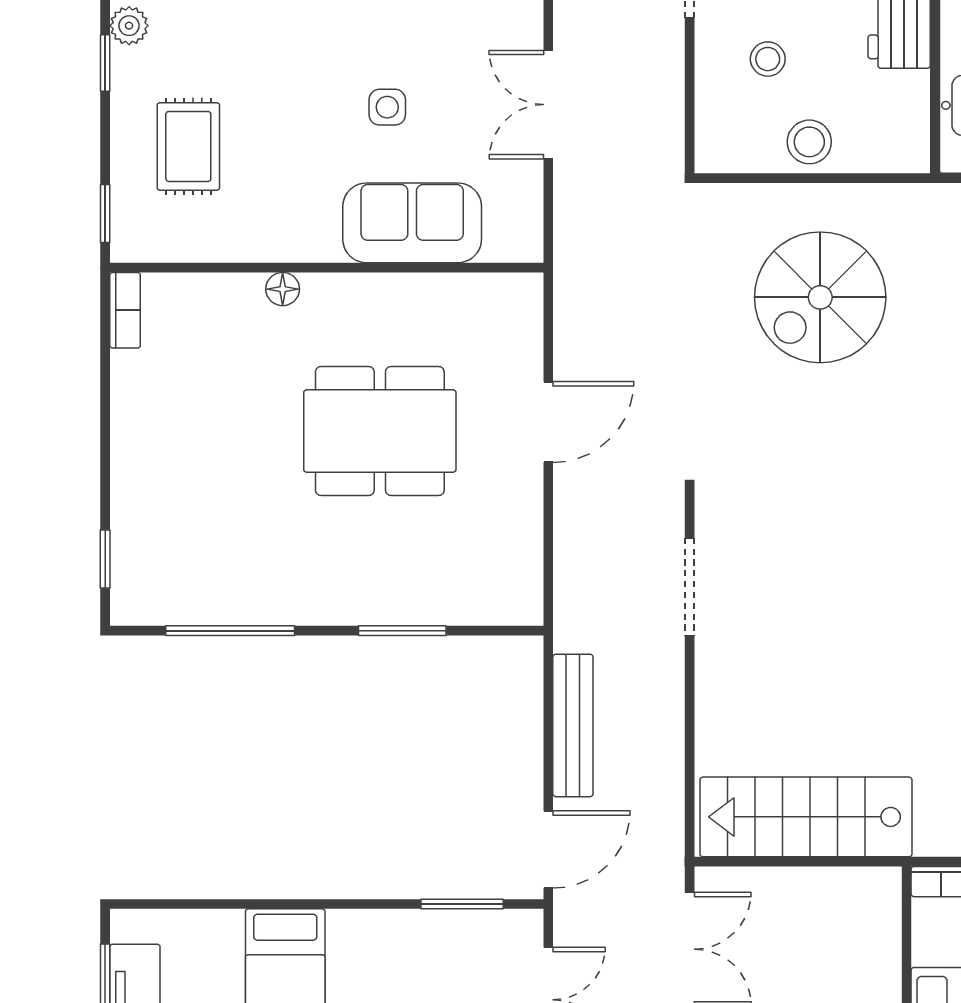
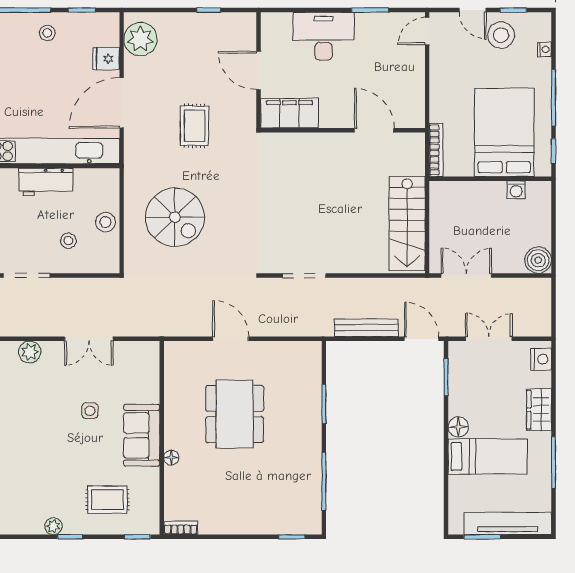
sofa: (412, 223) -> (142, 435), moved
floor lamp: (351, 931) -> (458, 427), added

